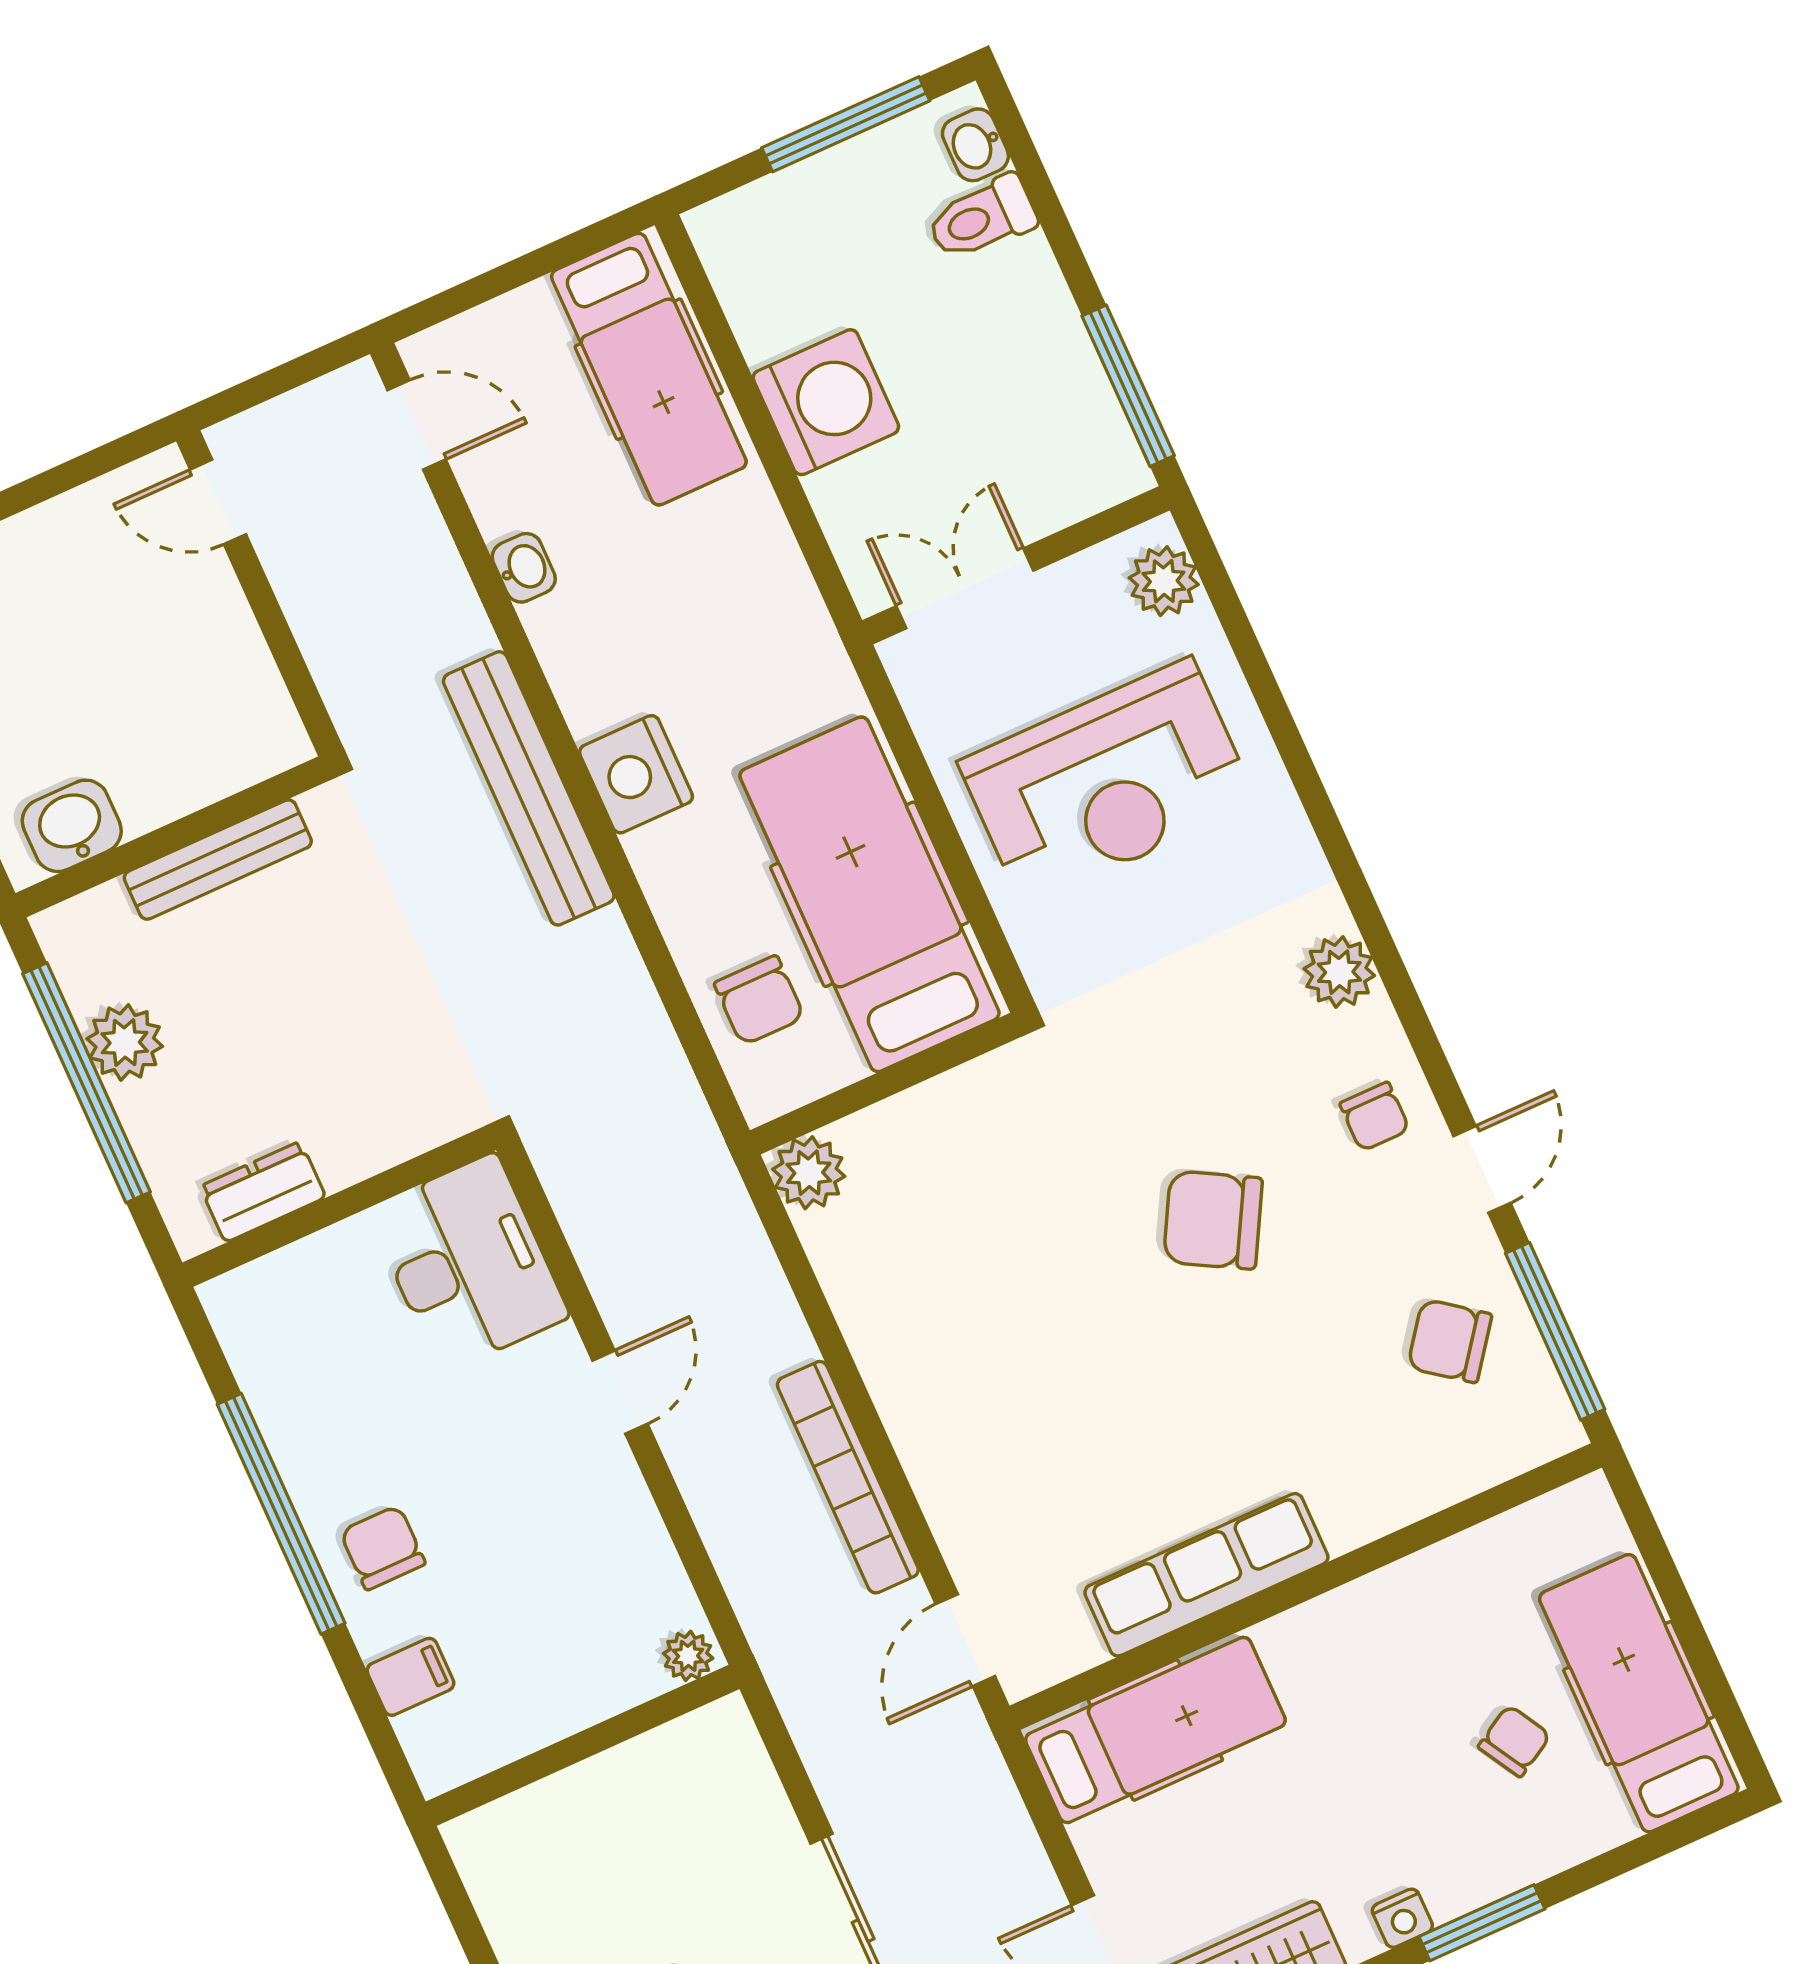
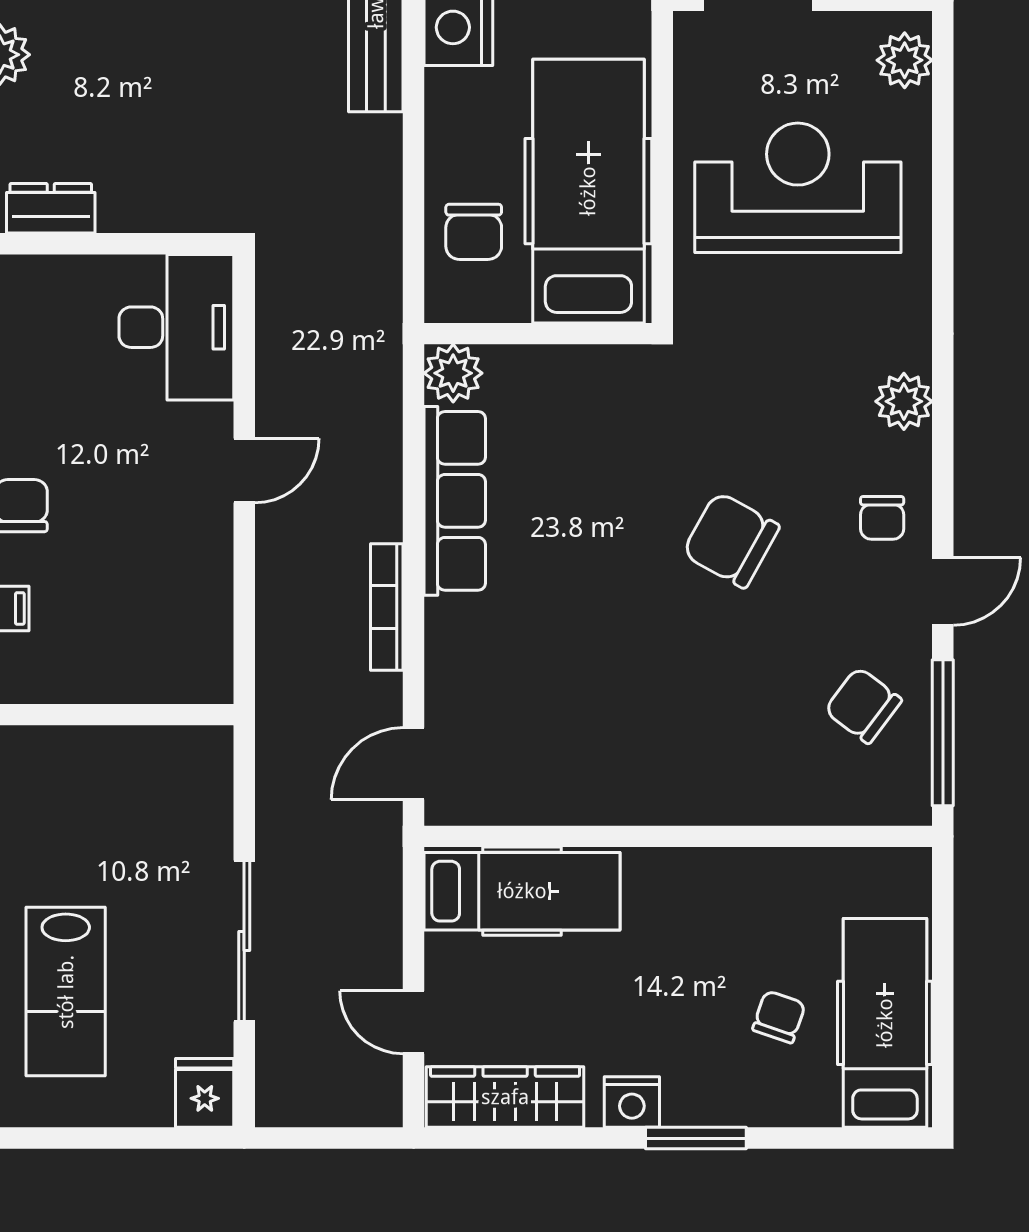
reception desk: (1107, 782) -> (798, 188), turned 180
bookcase: (848, 1477) -> (387, 607), width x0.68, depth x0.76
row of seats: (1206, 1575) -> (455, 501), moved, turned 90
plant: (688, 1656) -> (207, 684), removed
chair: (1514, 1741) -> (779, 1017), turned -41
nightstand: (1402, 1918) -> (632, 1102), width x1.39, depth x1.35

